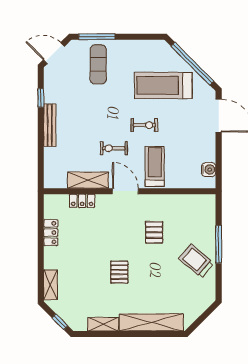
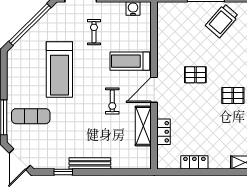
treadmill: (163, 86) -> (59, 70), moved
exercise bike: (144, 125) -> (94, 32), moved
pallet: (154, 232) -> (195, 75), moved

